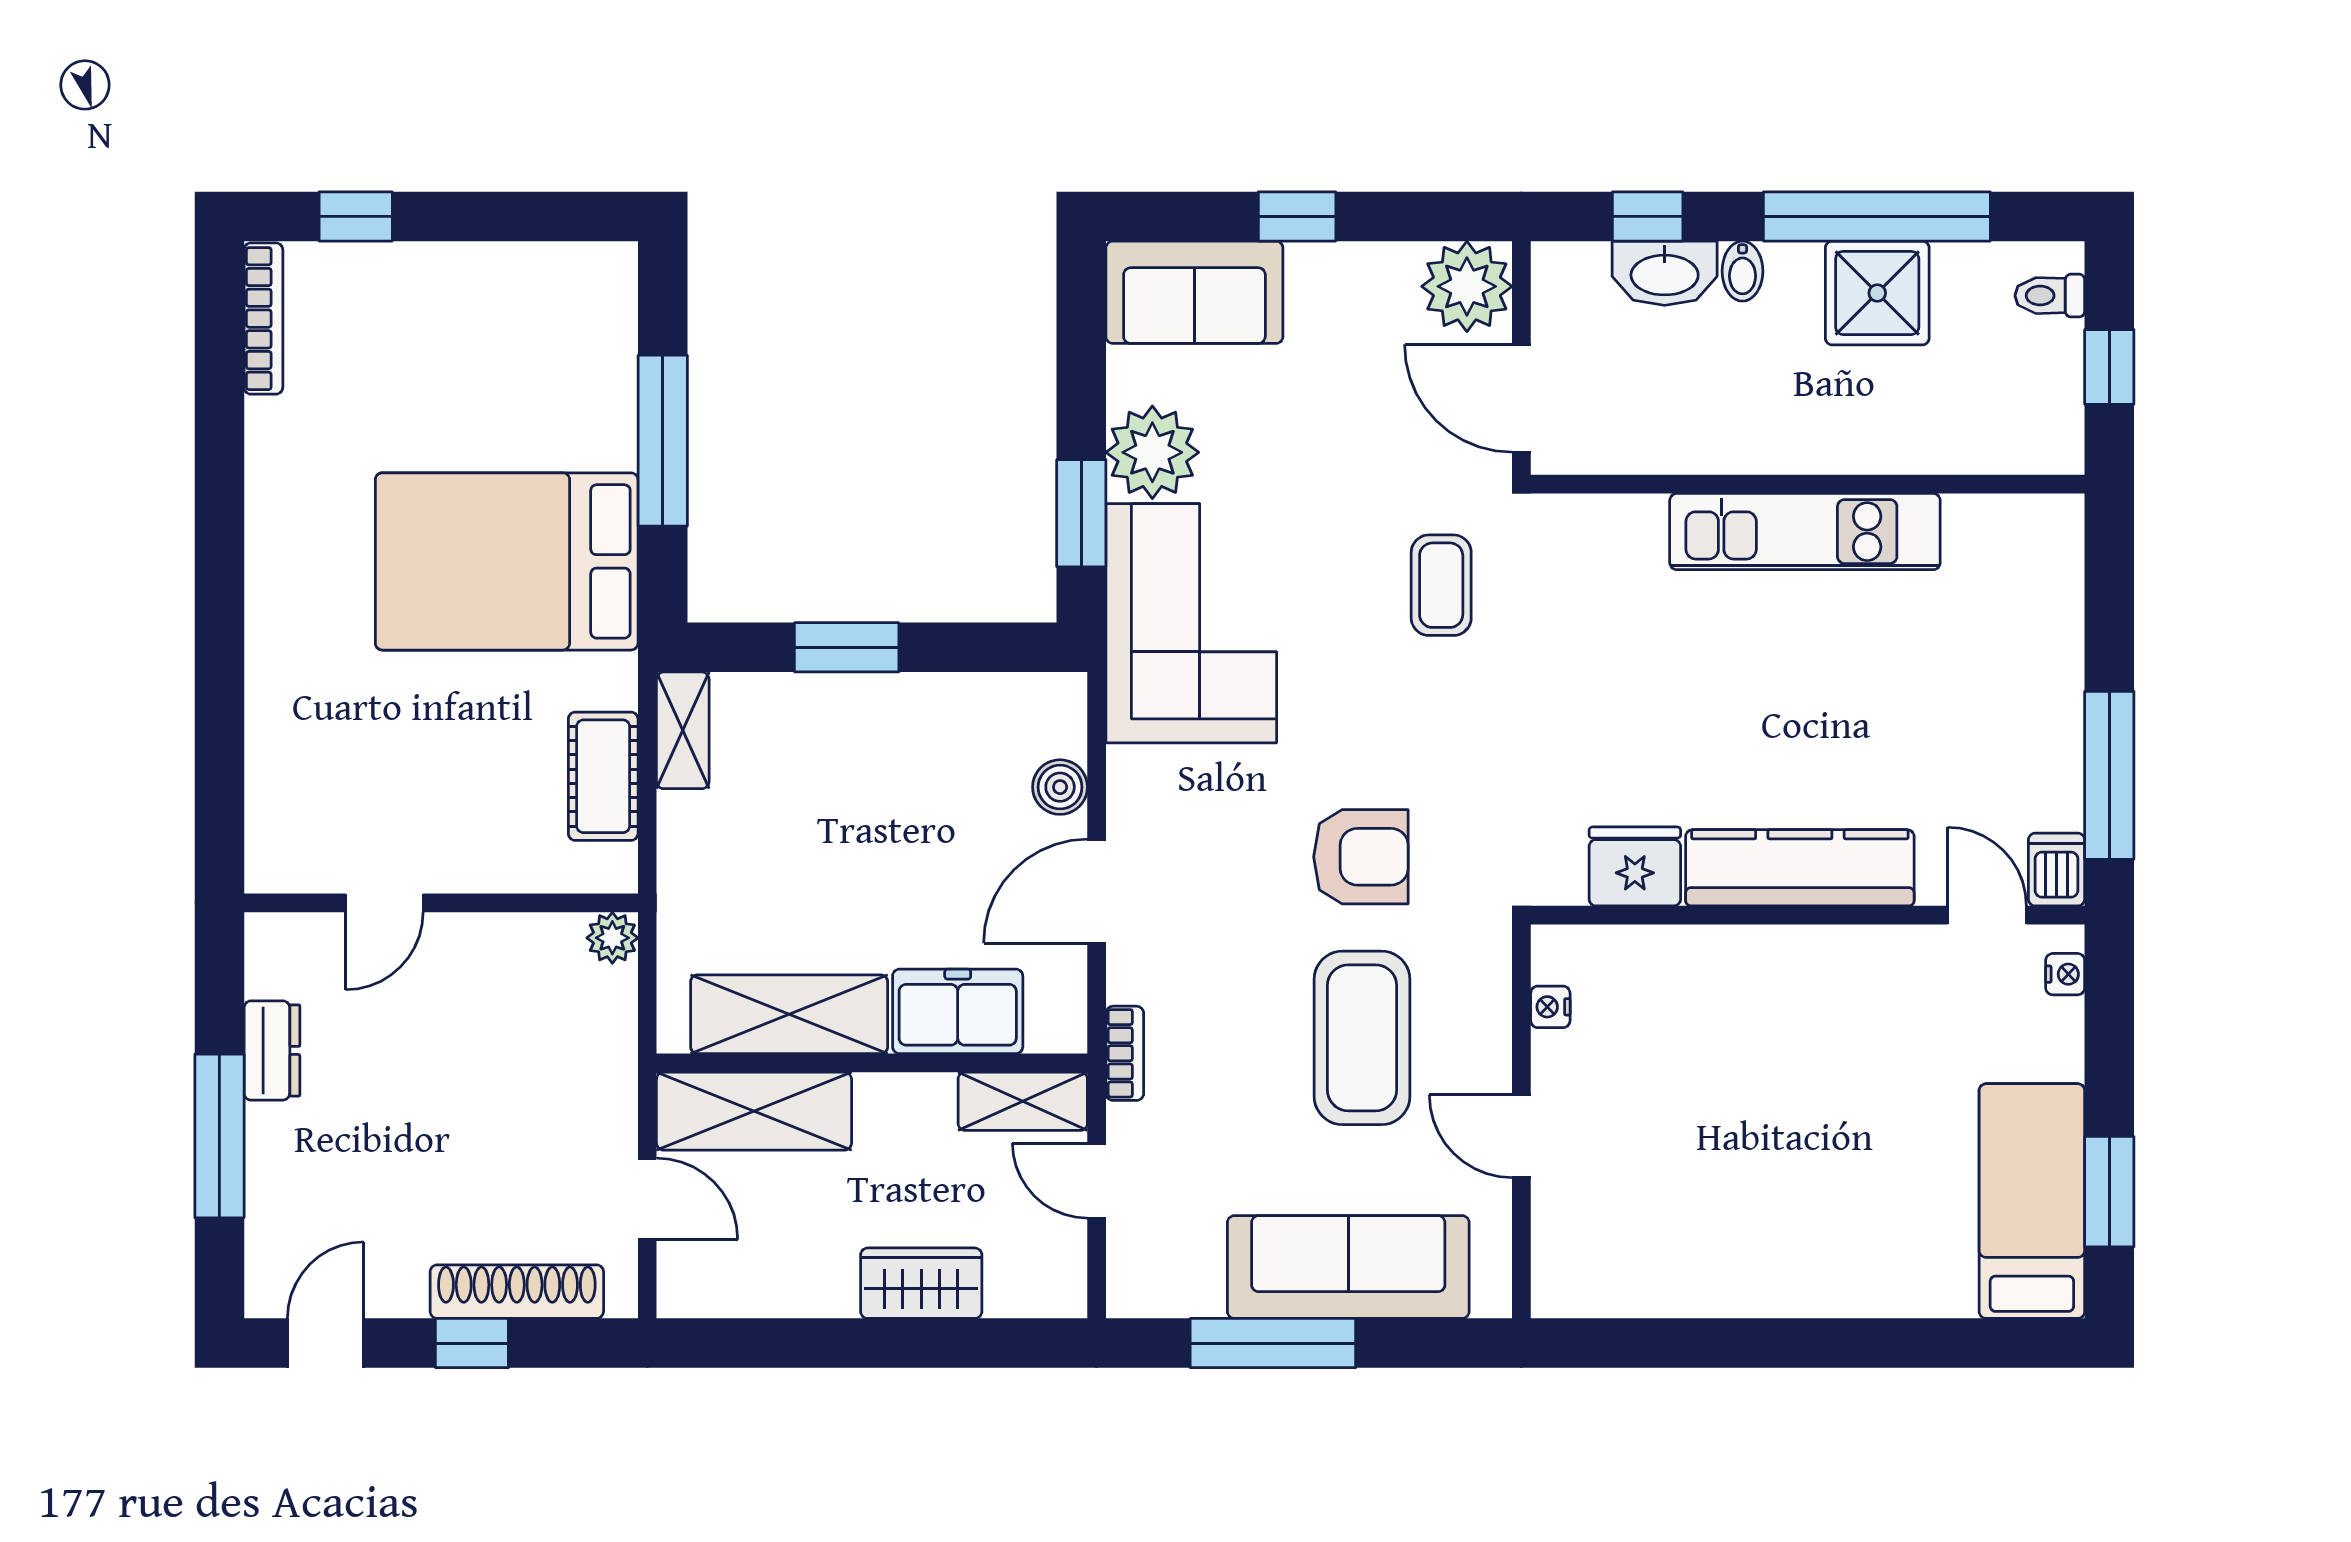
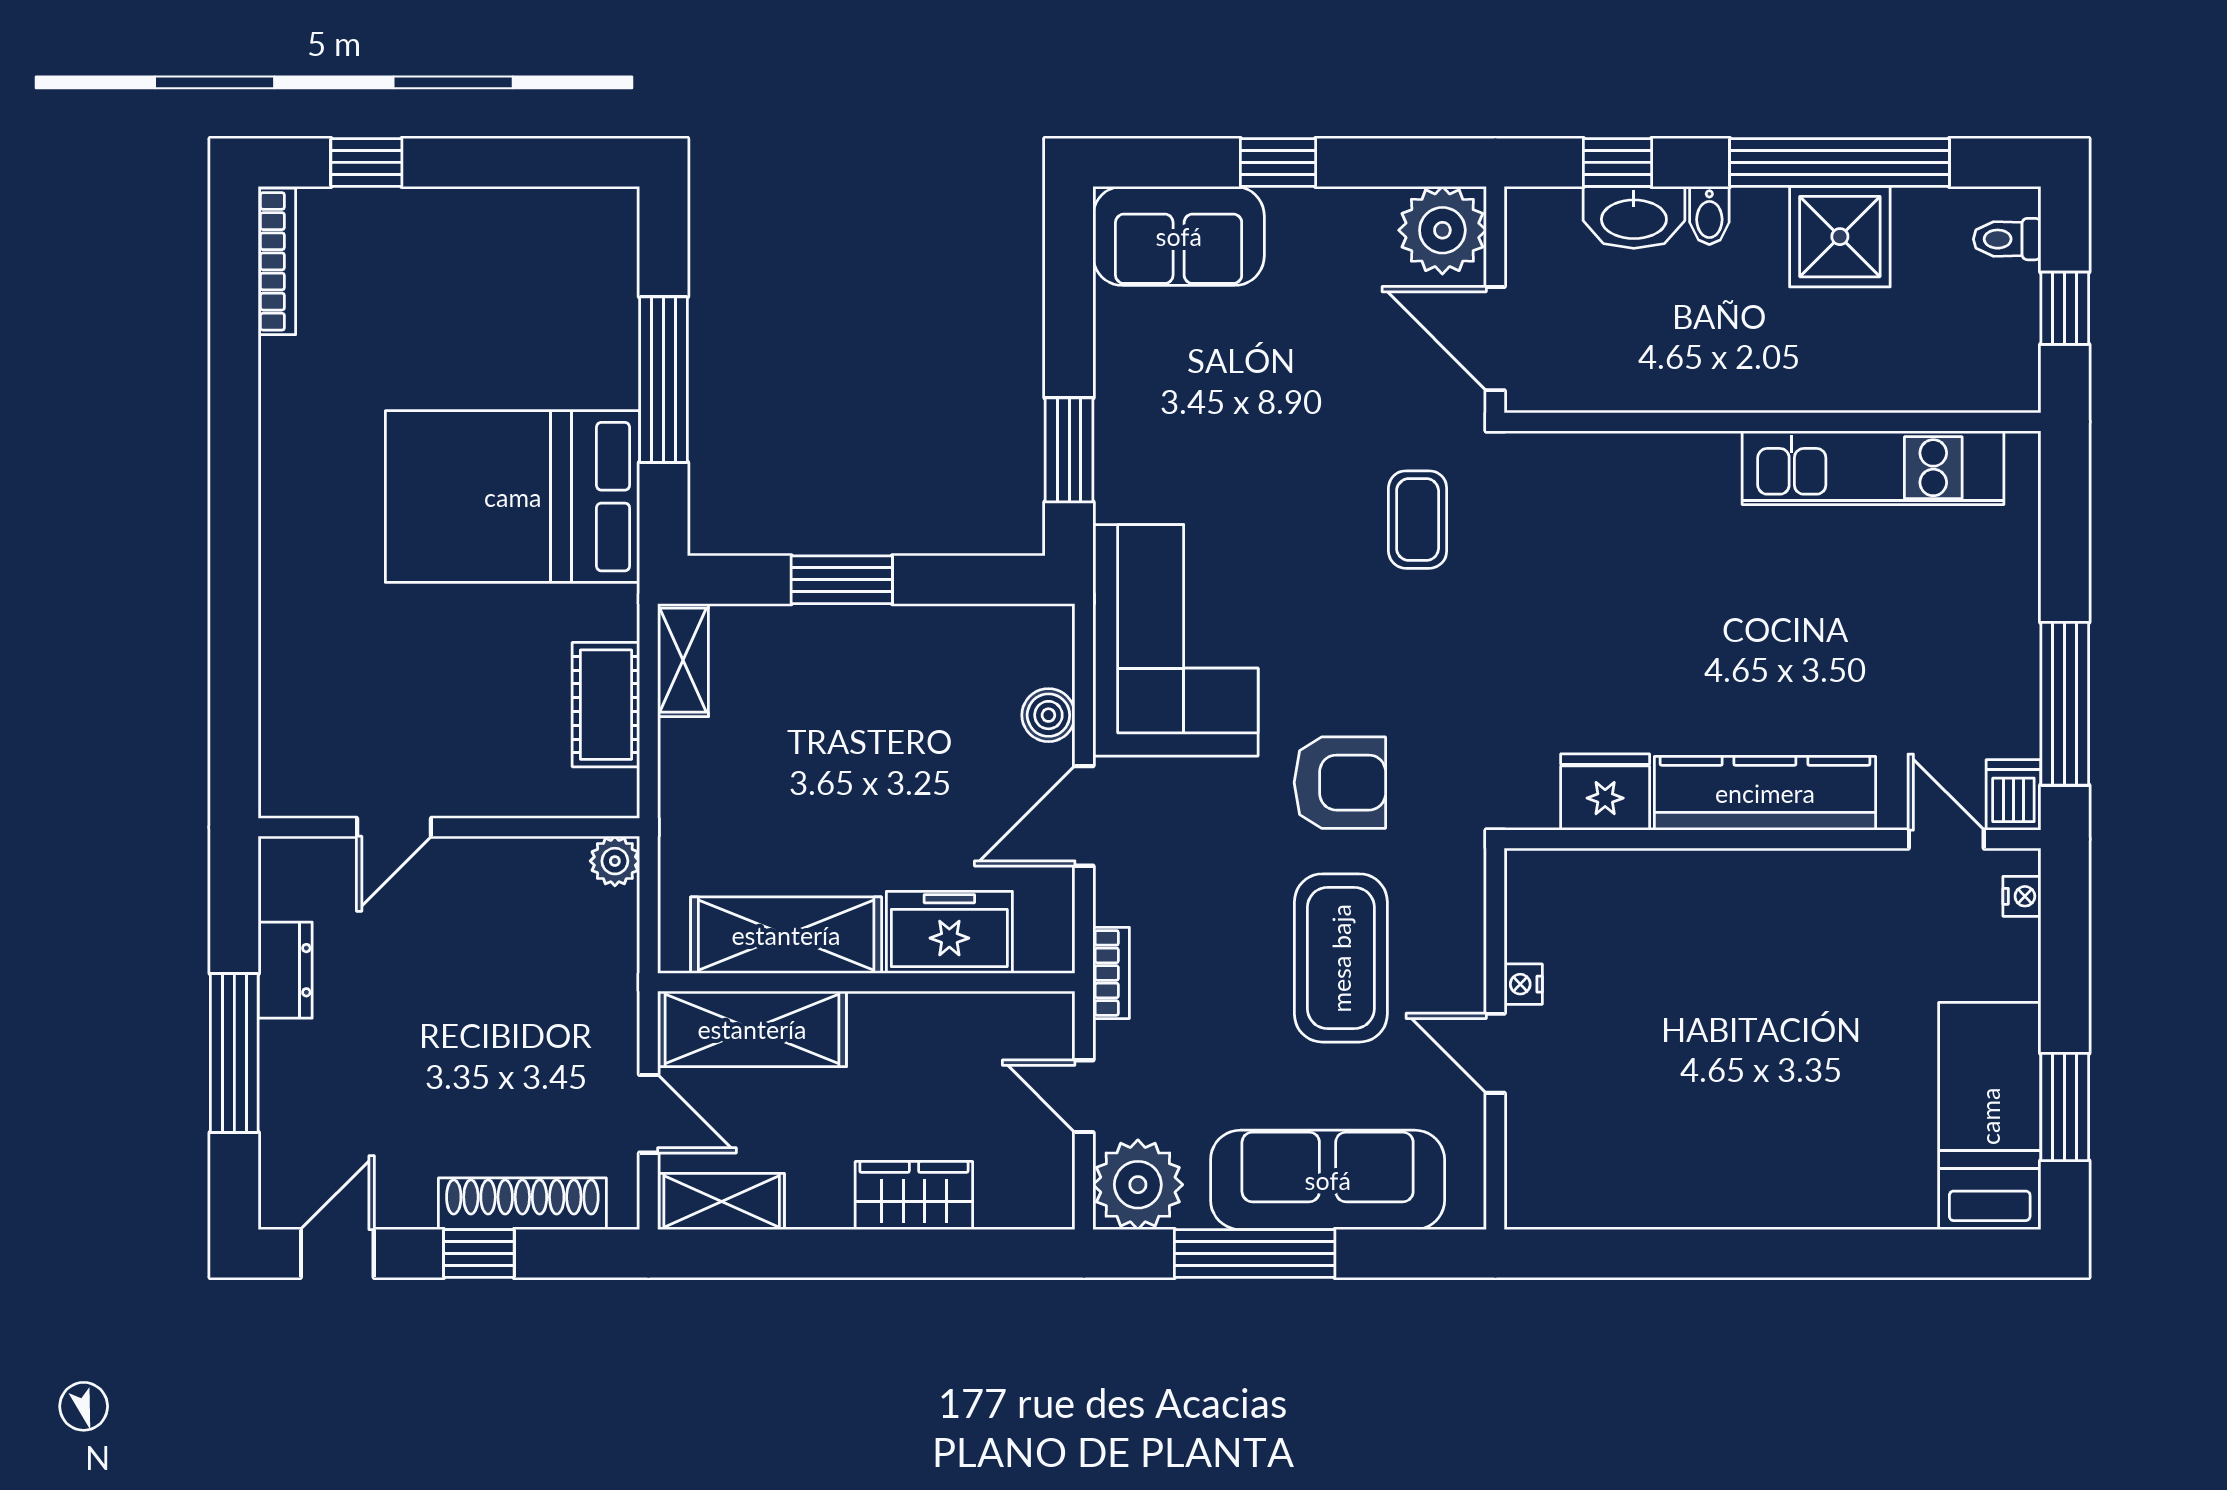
plant: (1152, 452) -> (1138, 1185), moved
kitchen unit: (1805, 532) -> (1873, 468), moved
corner sofa: (1191, 623) -> (1175, 640), moved
nightstand: (1550, 1007) -> (1523, 984), moved
shelving: (1023, 1101) -> (722, 1201), moved

